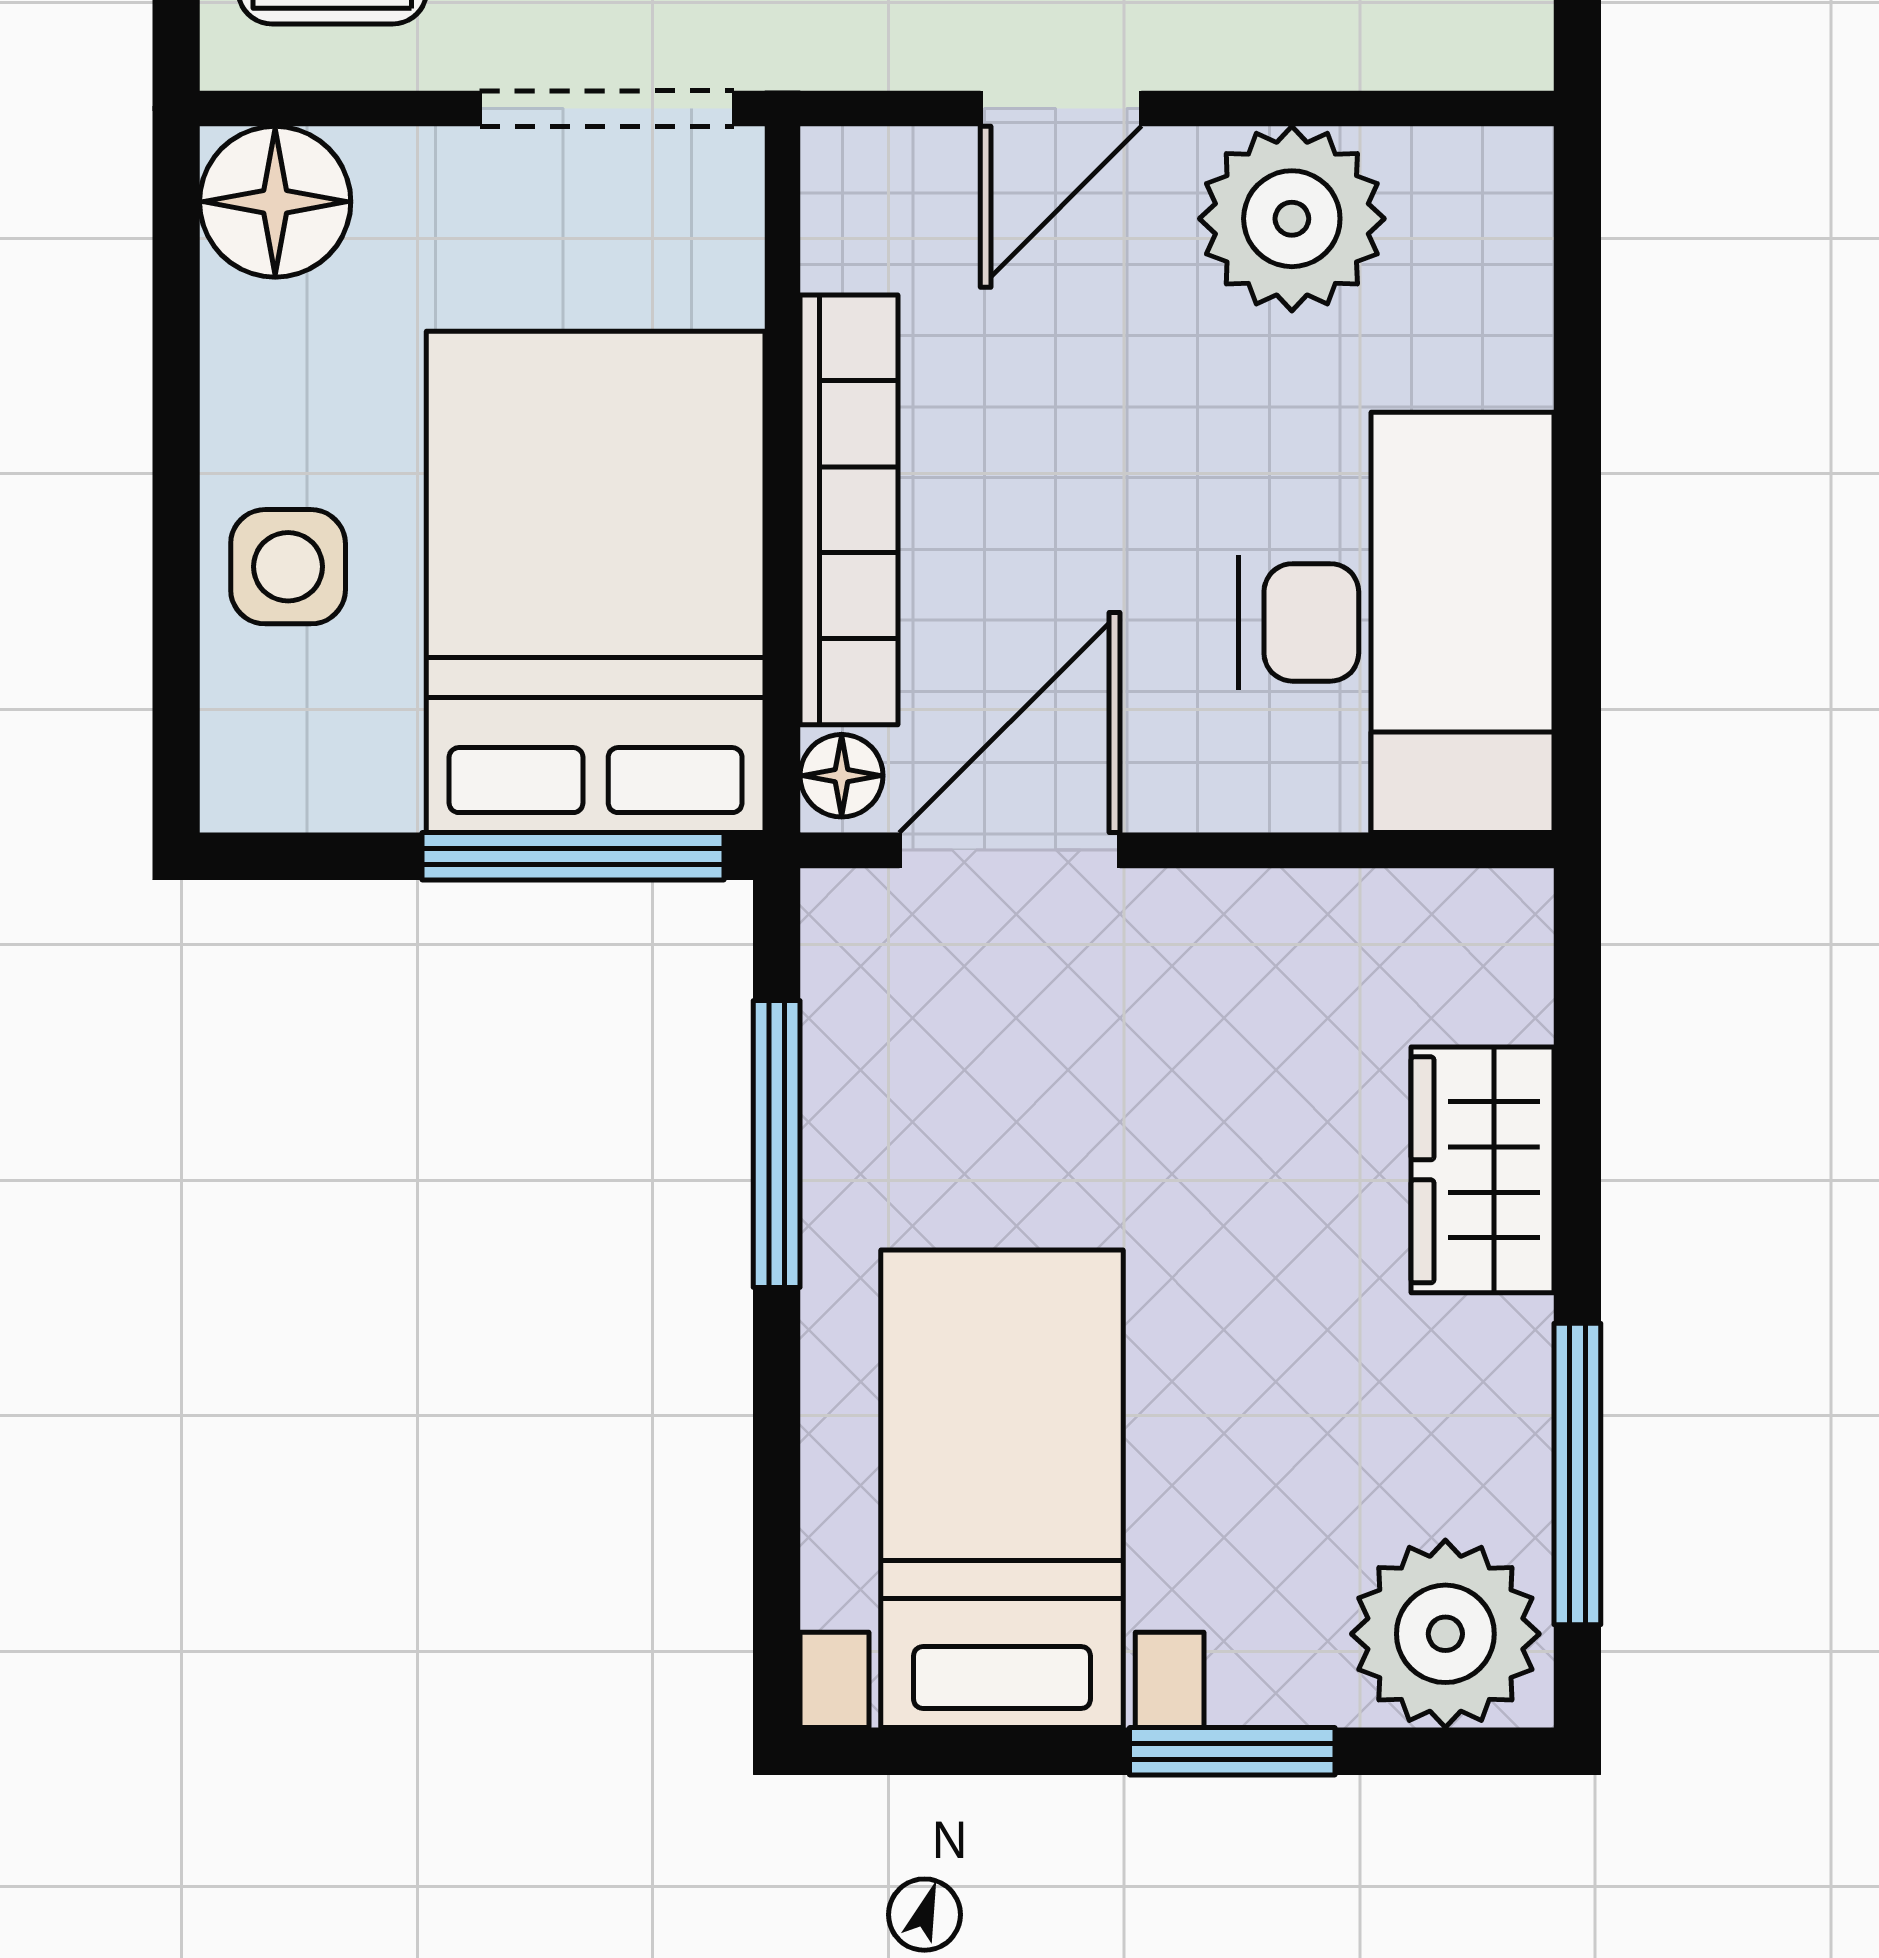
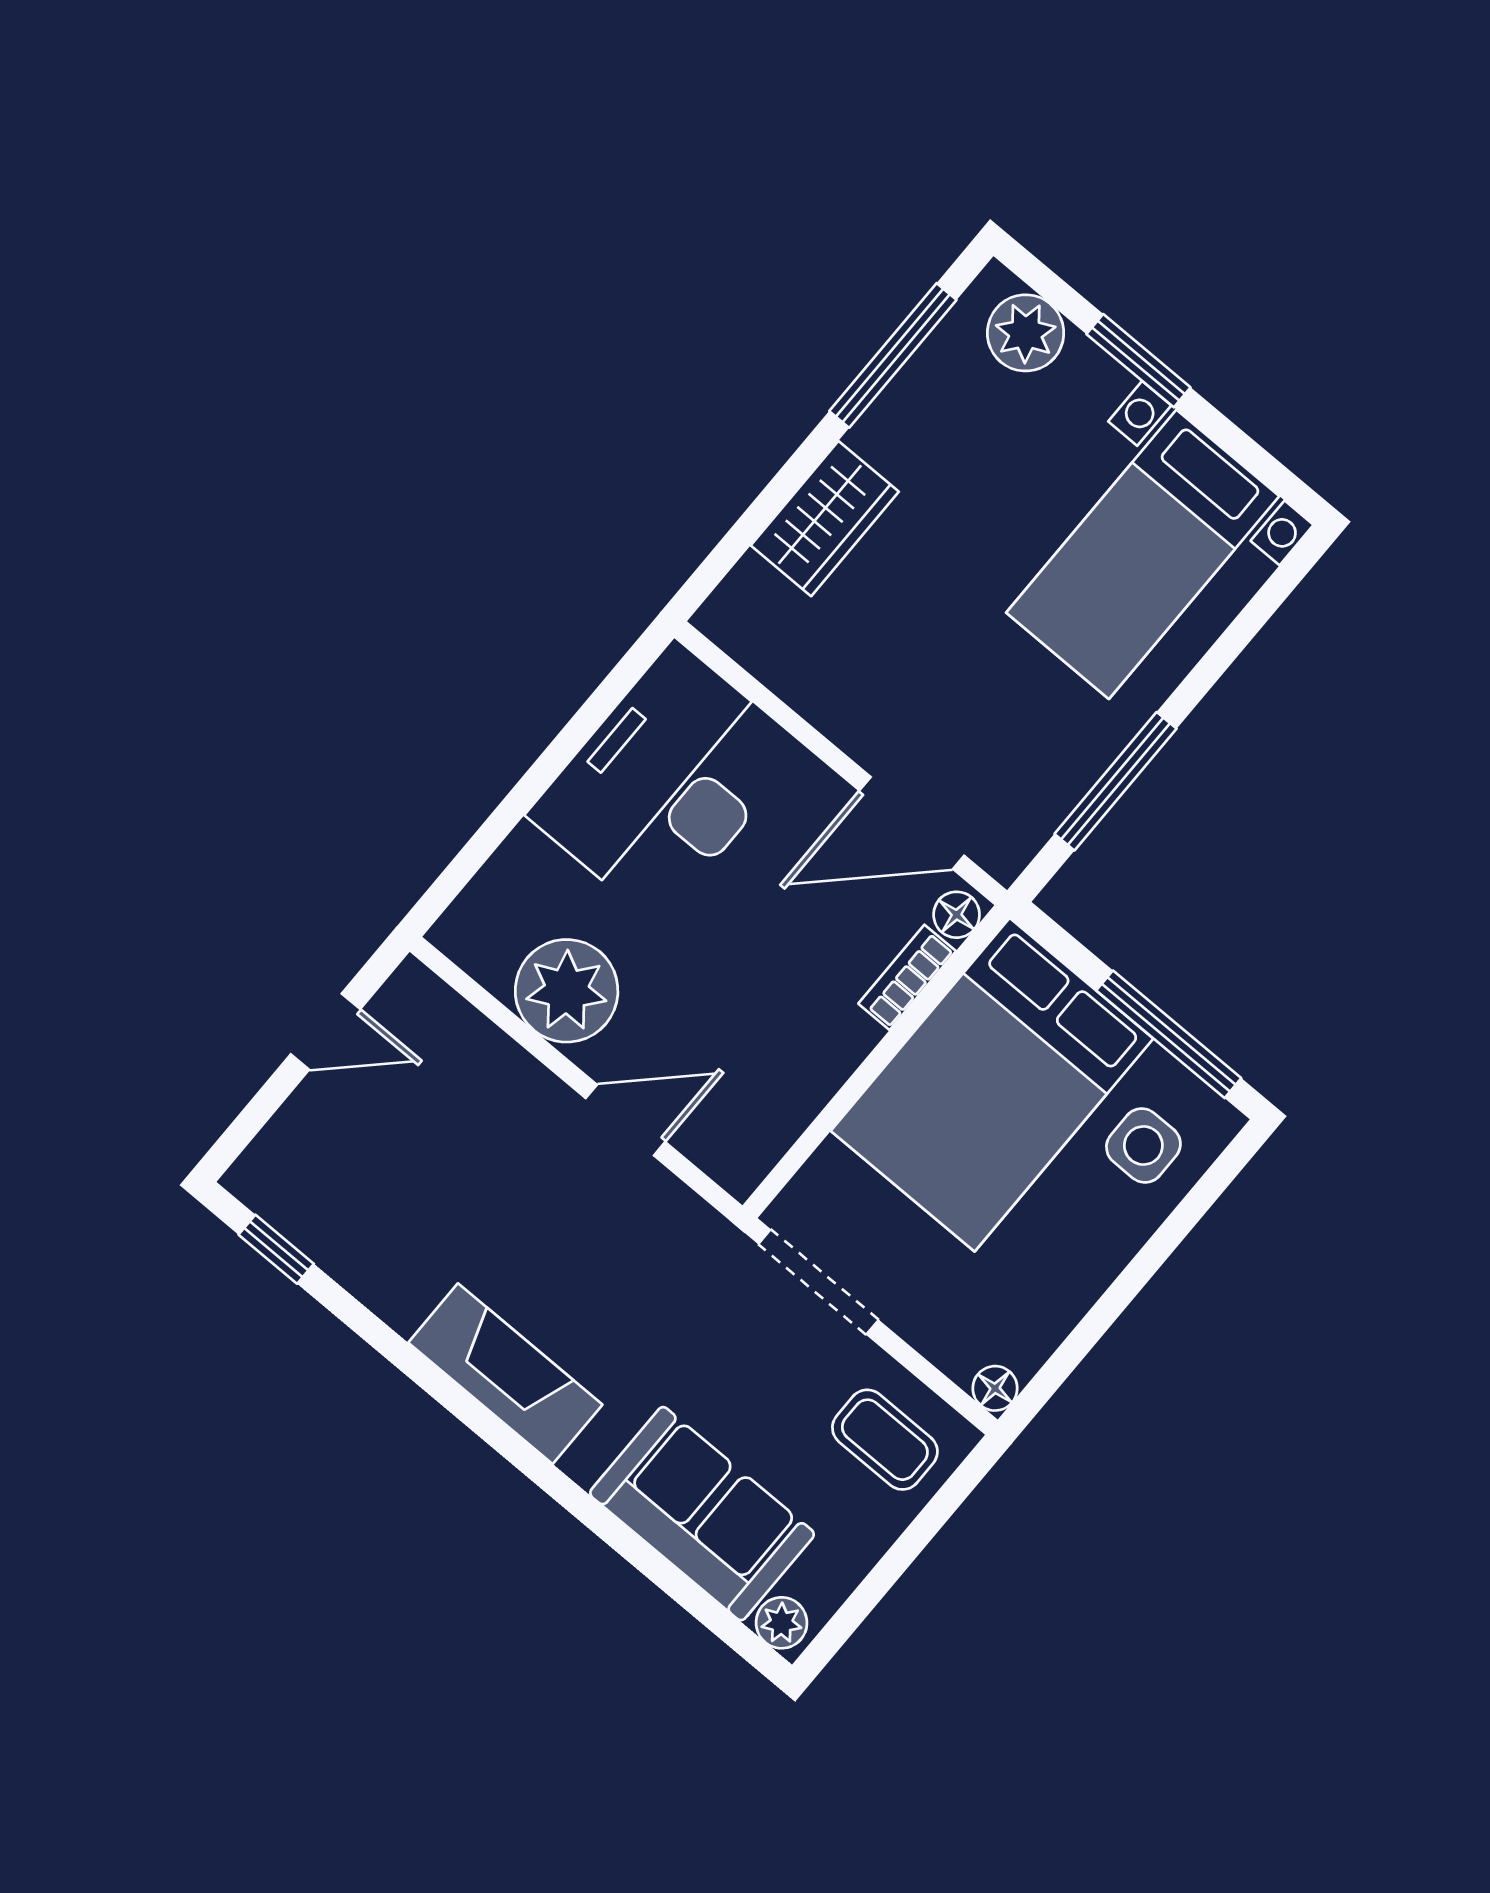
floor lamp: (275, 202) -> (995, 1388), width x0.53, depth x0.53
bookcase: (849, 510) -> (907, 977), width x0.43, depth x0.76
side table: (288, 567) -> (1143, 1146), moved
window: (573, 856) -> (1169, 1034), moved
plant: (1445, 1634) -> (1026, 333), width x0.73, depth x0.73

